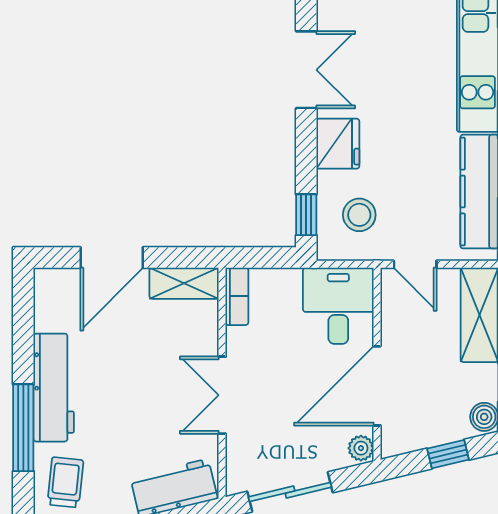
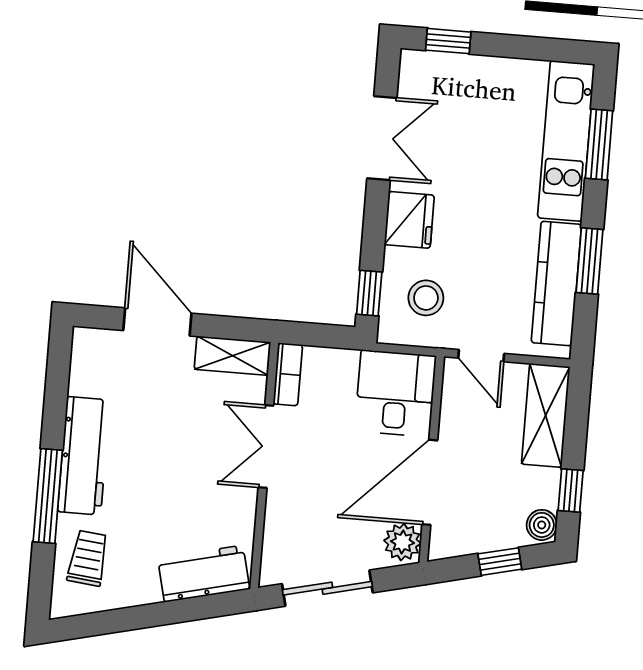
door: (112, 258) -> (157, 322), swing flipped
double door: (222, 395) -> (266, 446), moved
plant: (361, 448) -> (402, 542), width x1.38, depth x1.38

